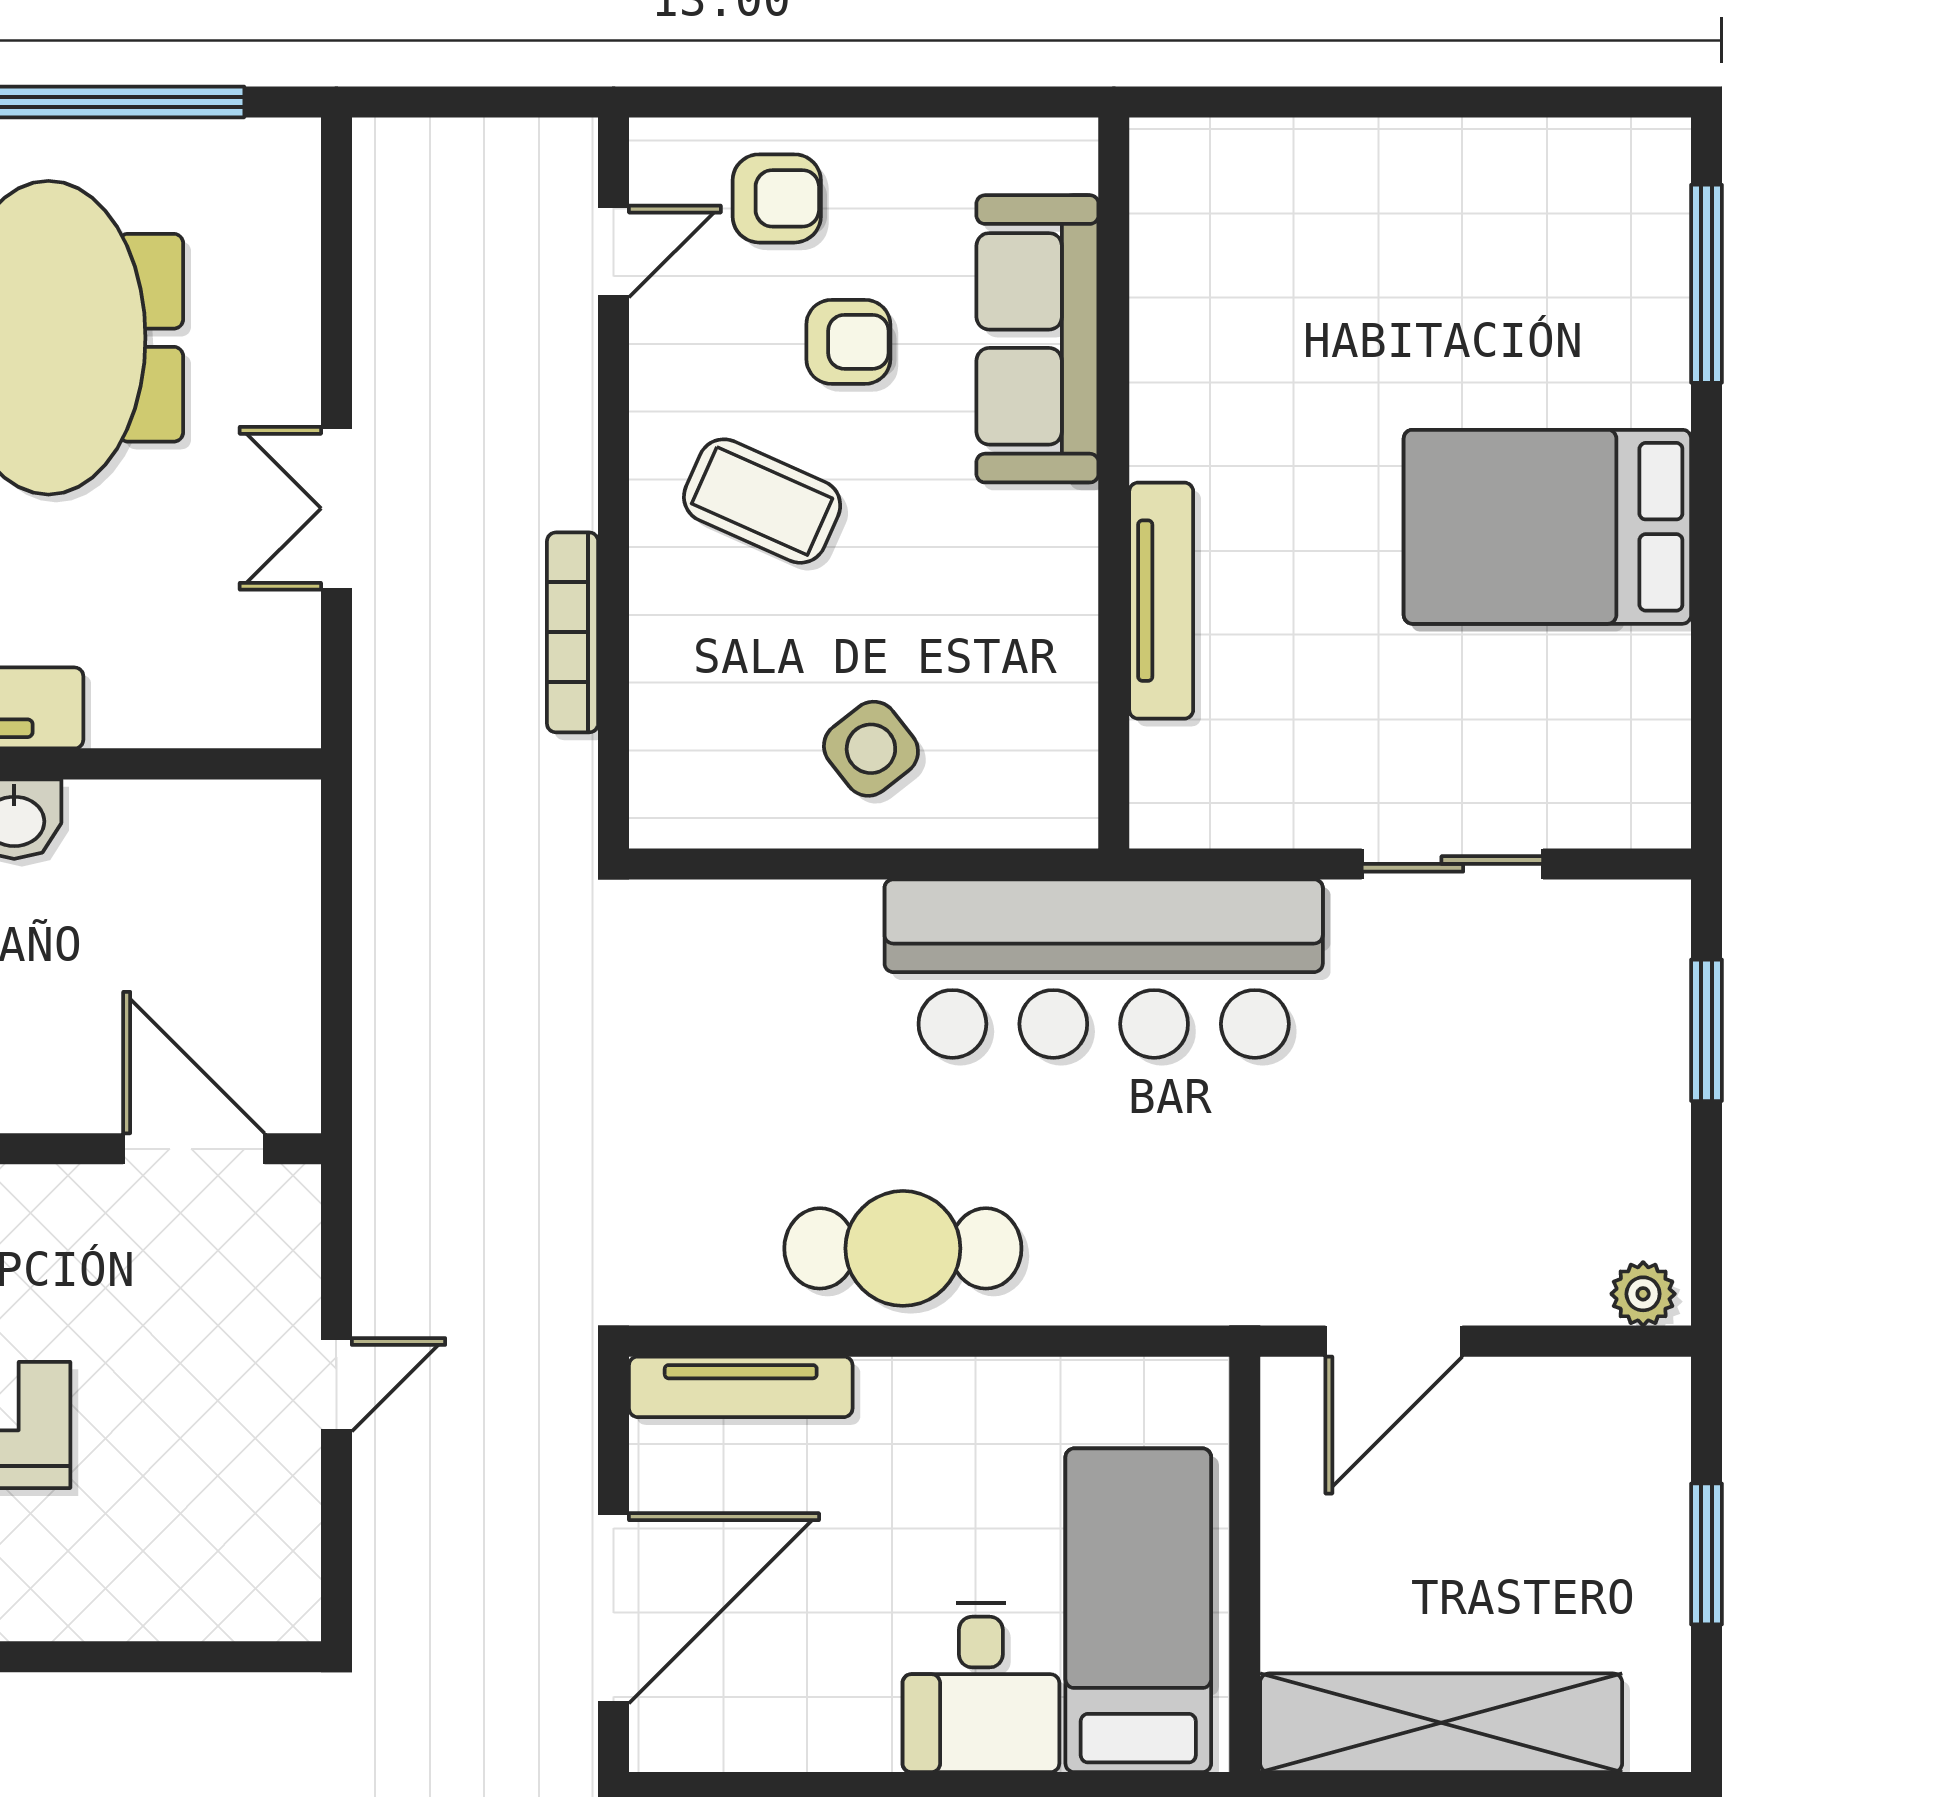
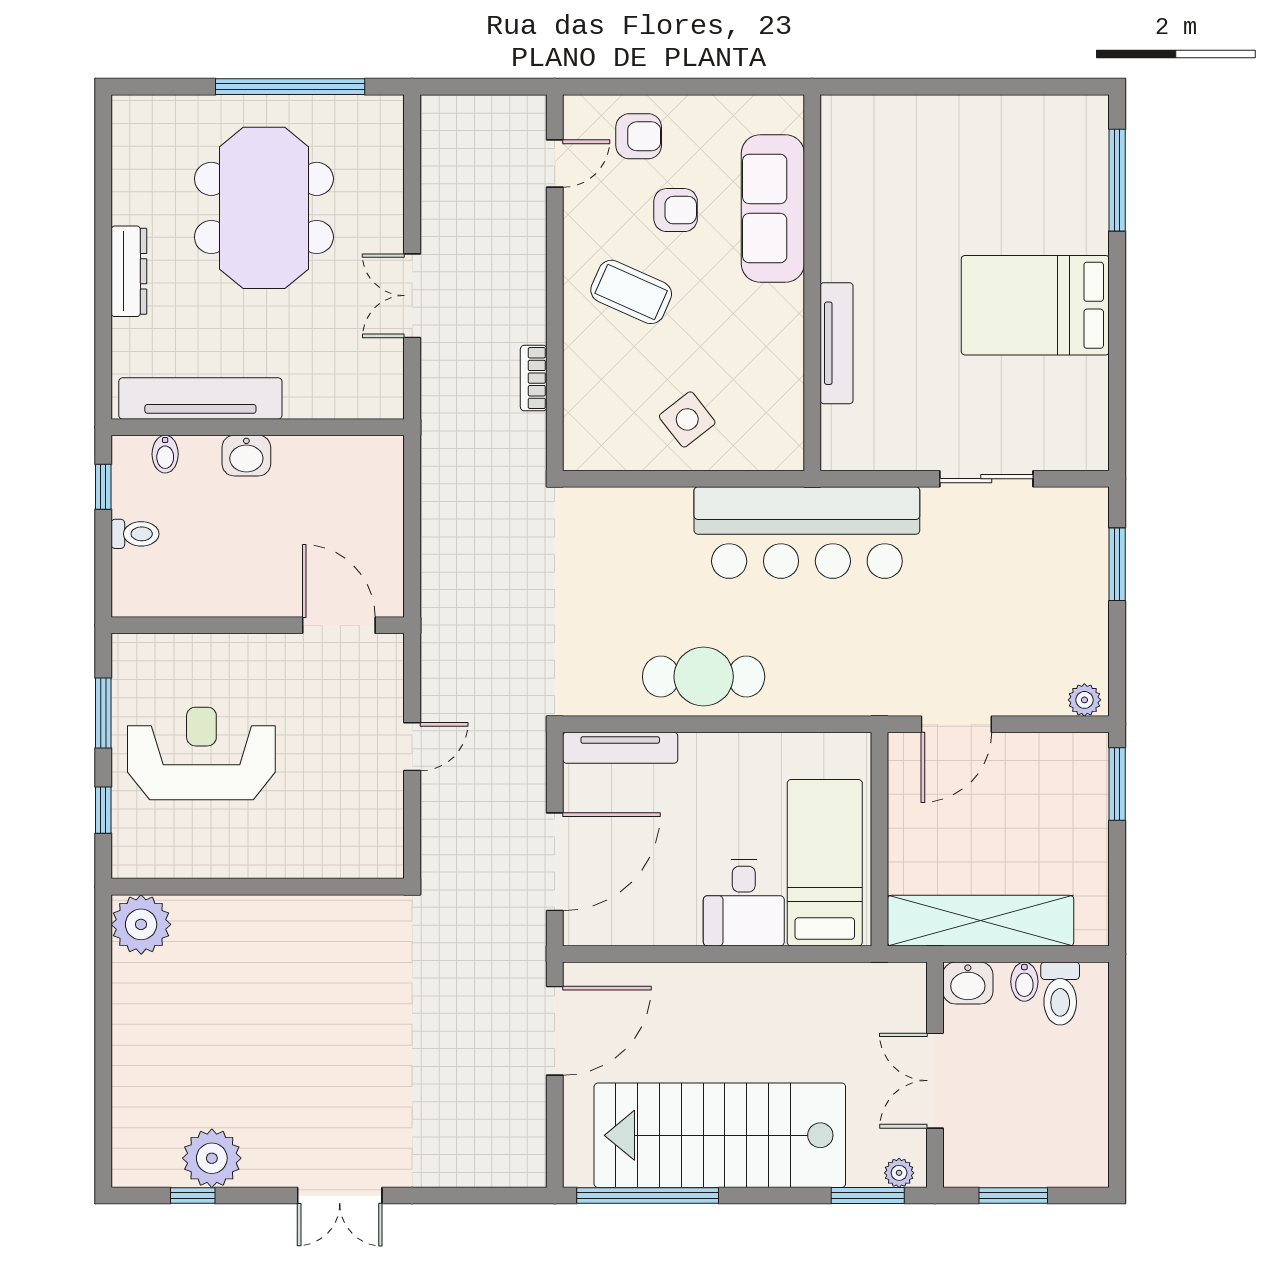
bookcase: (573, 632) -> (534, 378), width x0.64
window: (1707, 1554) -> (1117, 784), moved

